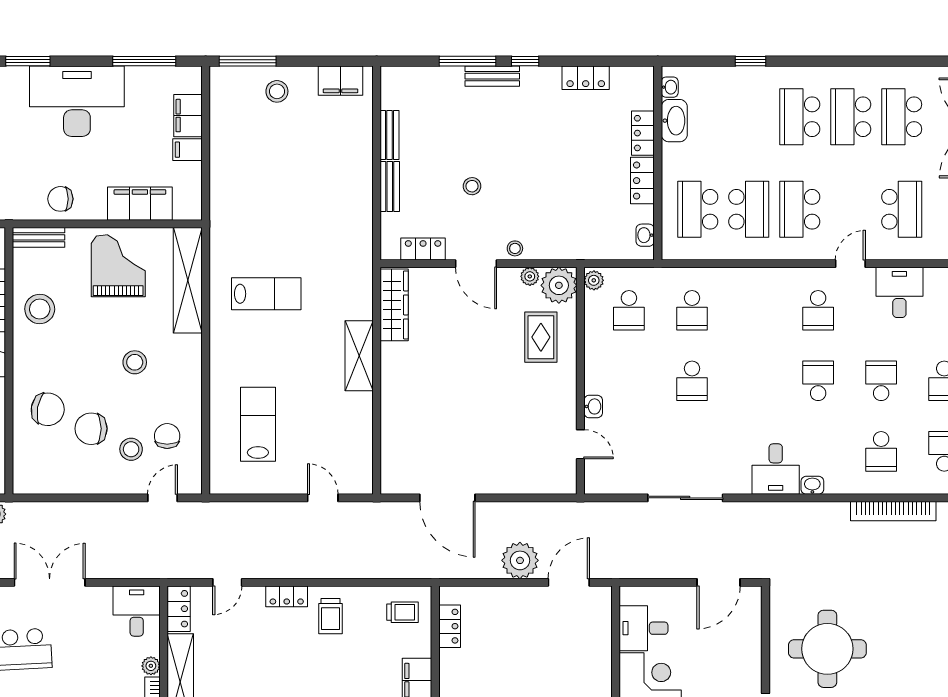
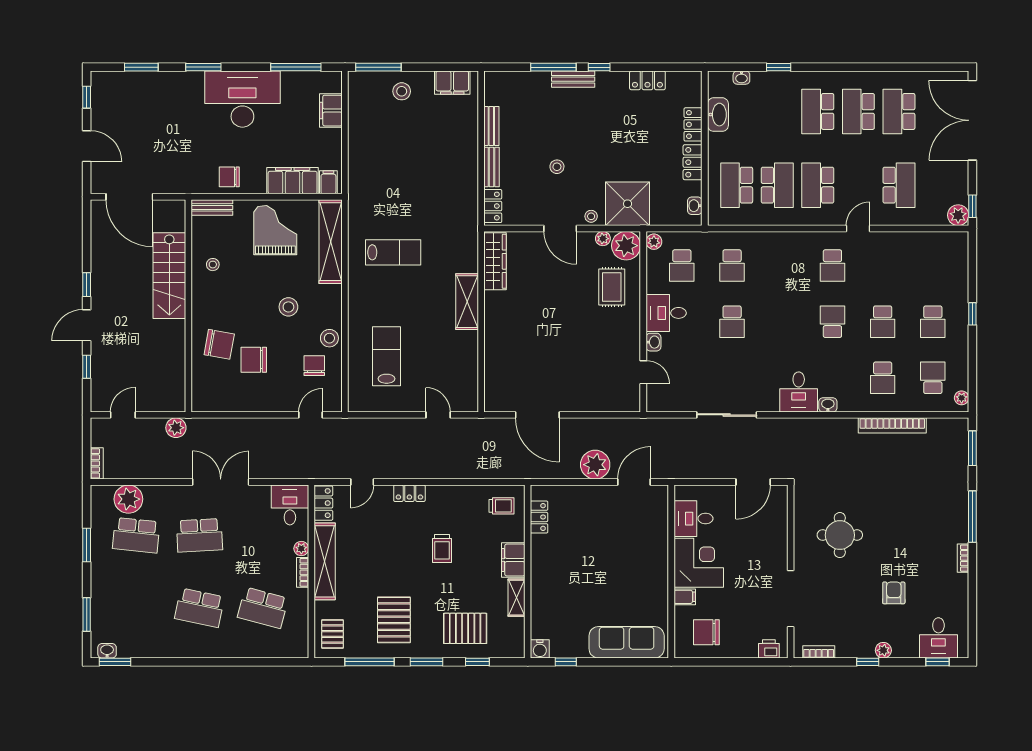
washbasin: (670, 87) -> (741, 78), moved, turned 90
filing cabinet: (188, 150) -> (328, 182), moved, turned 90
shower: (561, 233) -> (628, 204), added
locker: (423, 249) -> (493, 206), moved, turned 90
desk: (899, 292) -> (666, 313), moved, turned -90
stool: (40, 309) -> (213, 265), width x0.53, depth x0.53
school desk: (881, 381) -> (883, 322), turned 180
stool: (131, 449) -> (329, 338), moved
trolley: (330, 616) -> (442, 548), moved
round table: (827, 649) -> (840, 535), width x0.73, depth x0.73

